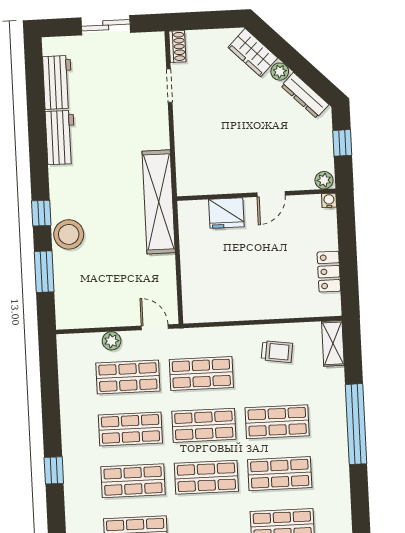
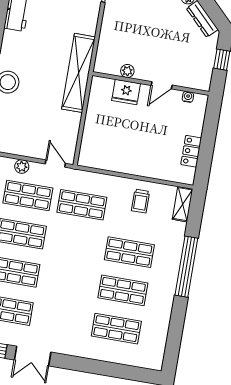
plant: (324, 180) -> (127, 71), moved
water cooler: (329, 200) -> (188, 97), moved
trolley: (277, 352) -> (140, 201), turned 82
shop shelf: (204, 425) -> (75, 243), removed
shop shelf: (206, 477) -> (69, 281), removed

